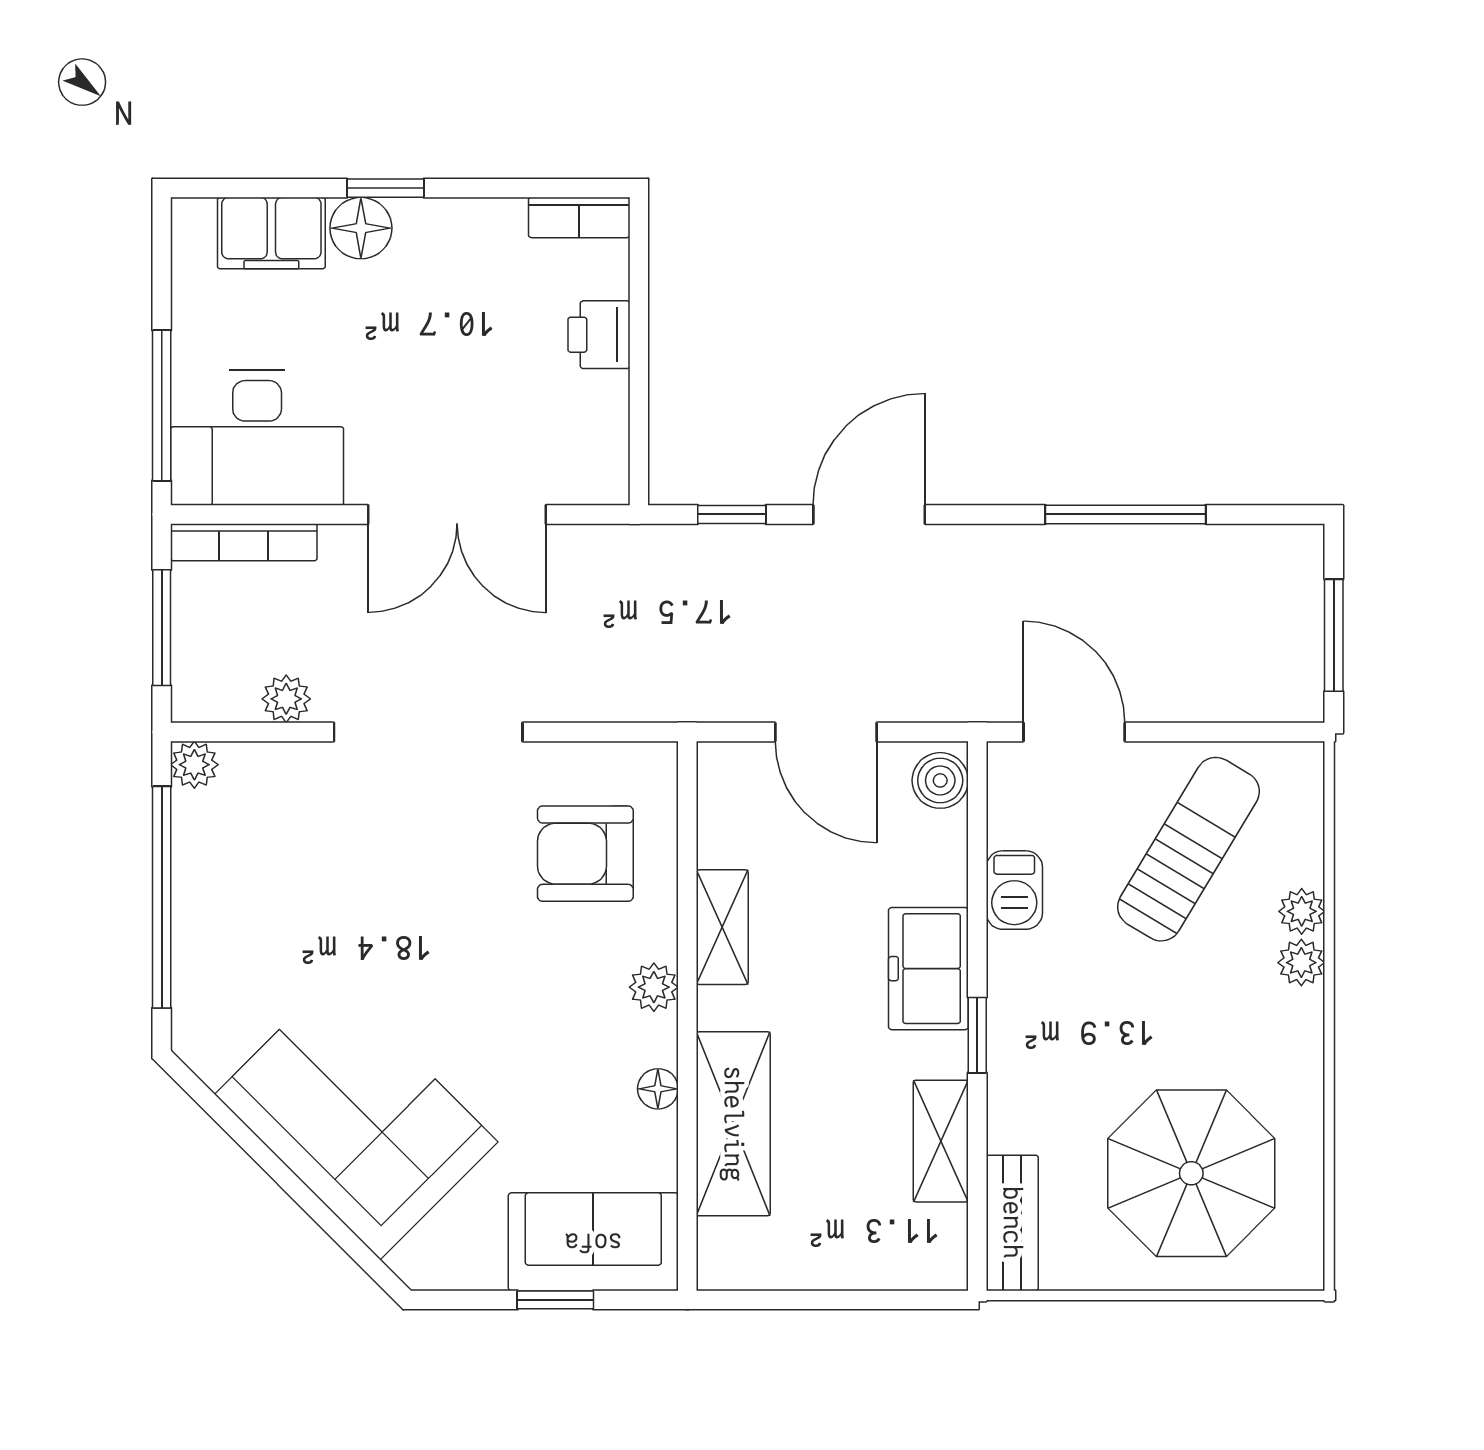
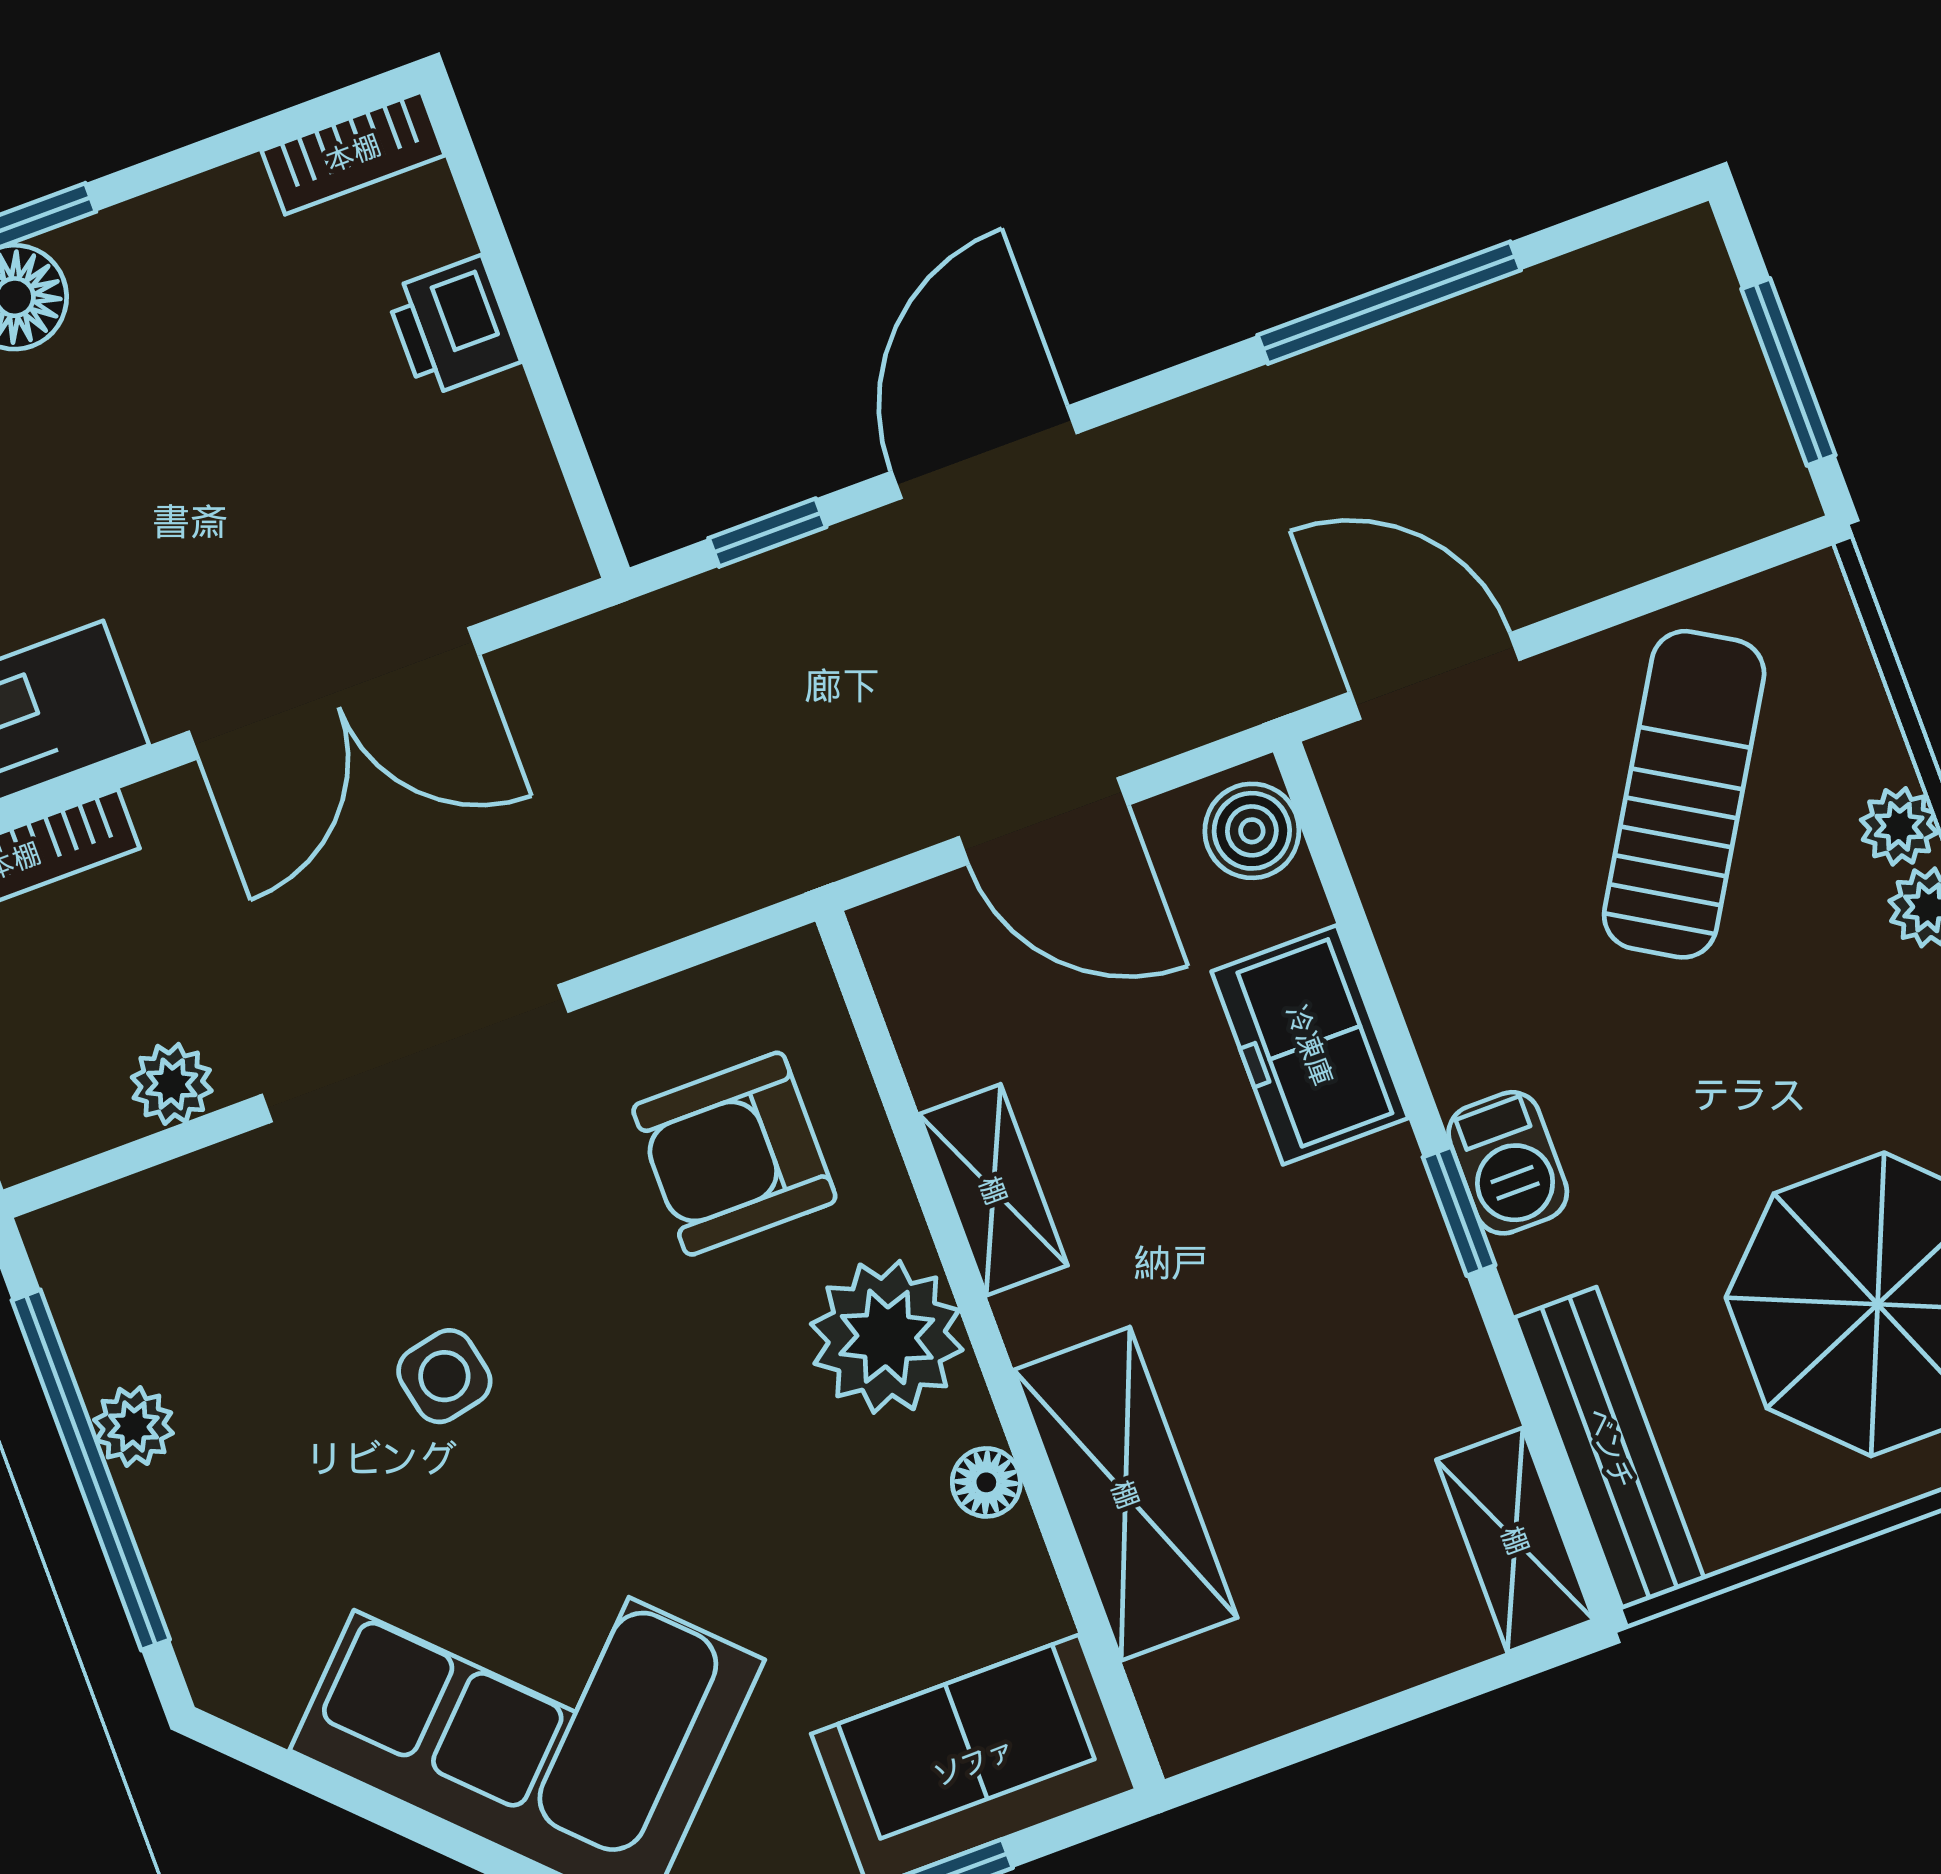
plant: (194, 765) -> (134, 1426), moved
barbecue: (1014, 890) -> (1508, 1163), moved
side table: (378, 918) -> (444, 1376), added
freezer: (928, 969) -> (1310, 1045), moved
plant: (654, 987) -> (887, 1337), width x1.88, depth x1.88
shelving: (941, 1141) -> (1515, 1540), moved
bench: (1012, 1223) -> (1610, 1448), width x1.36

